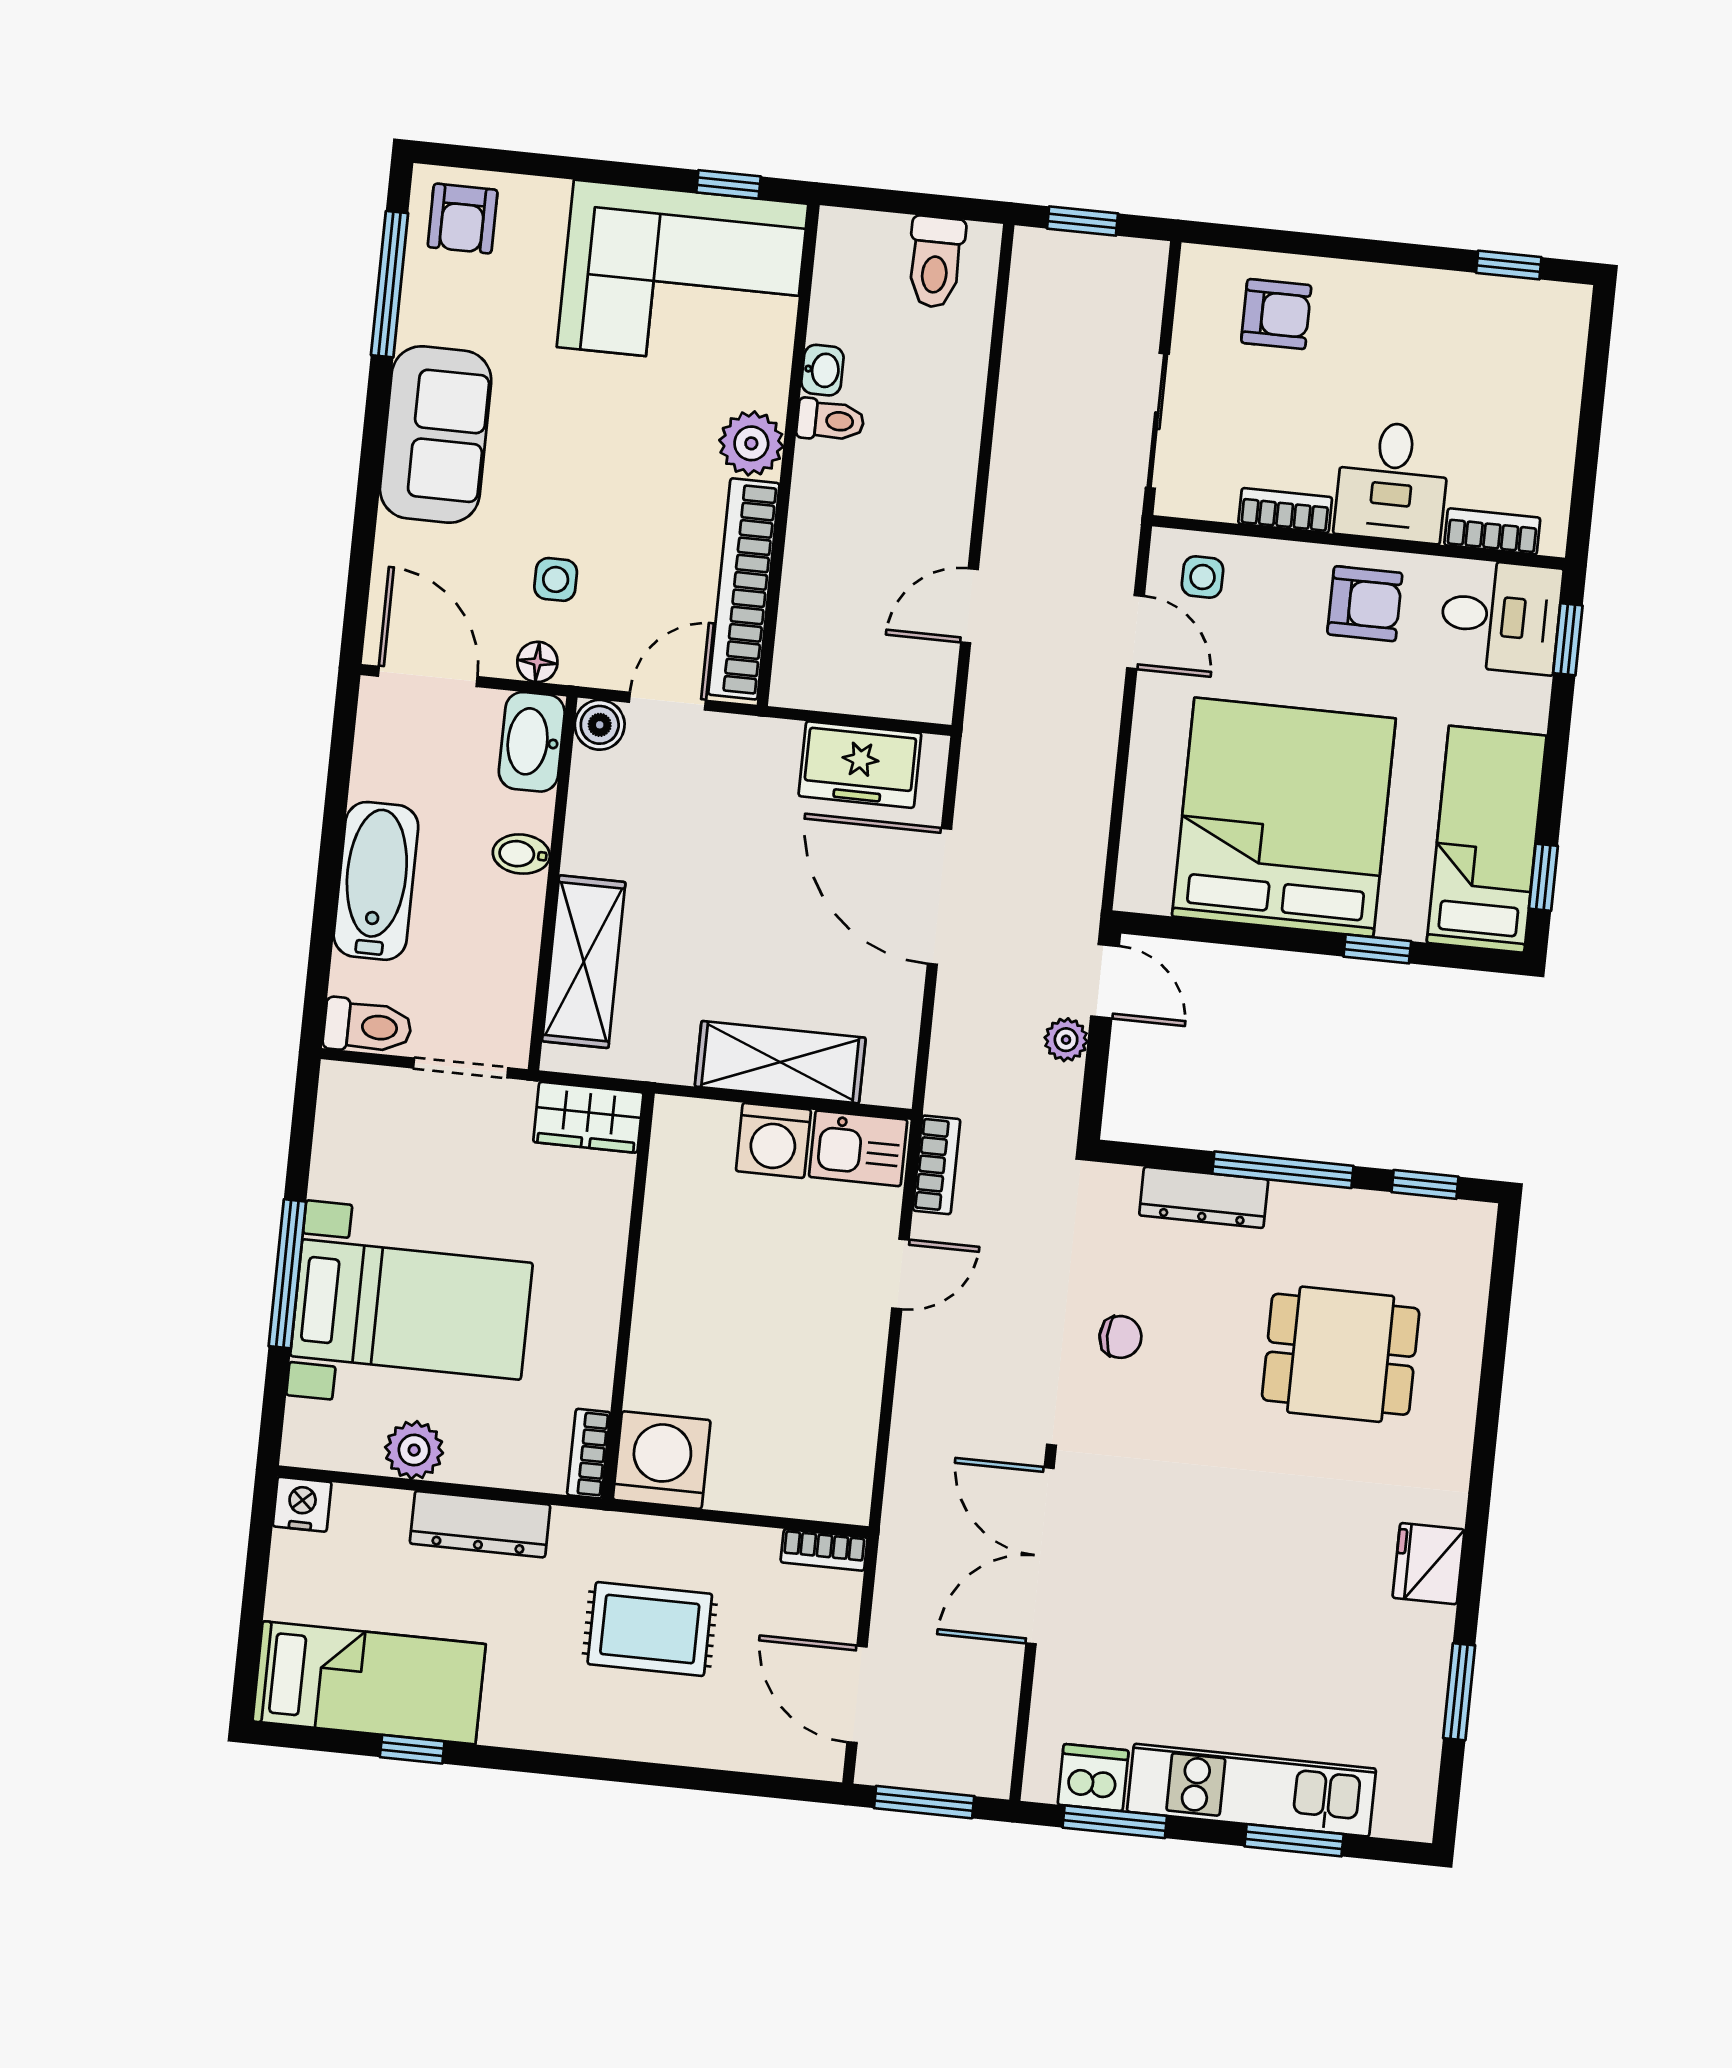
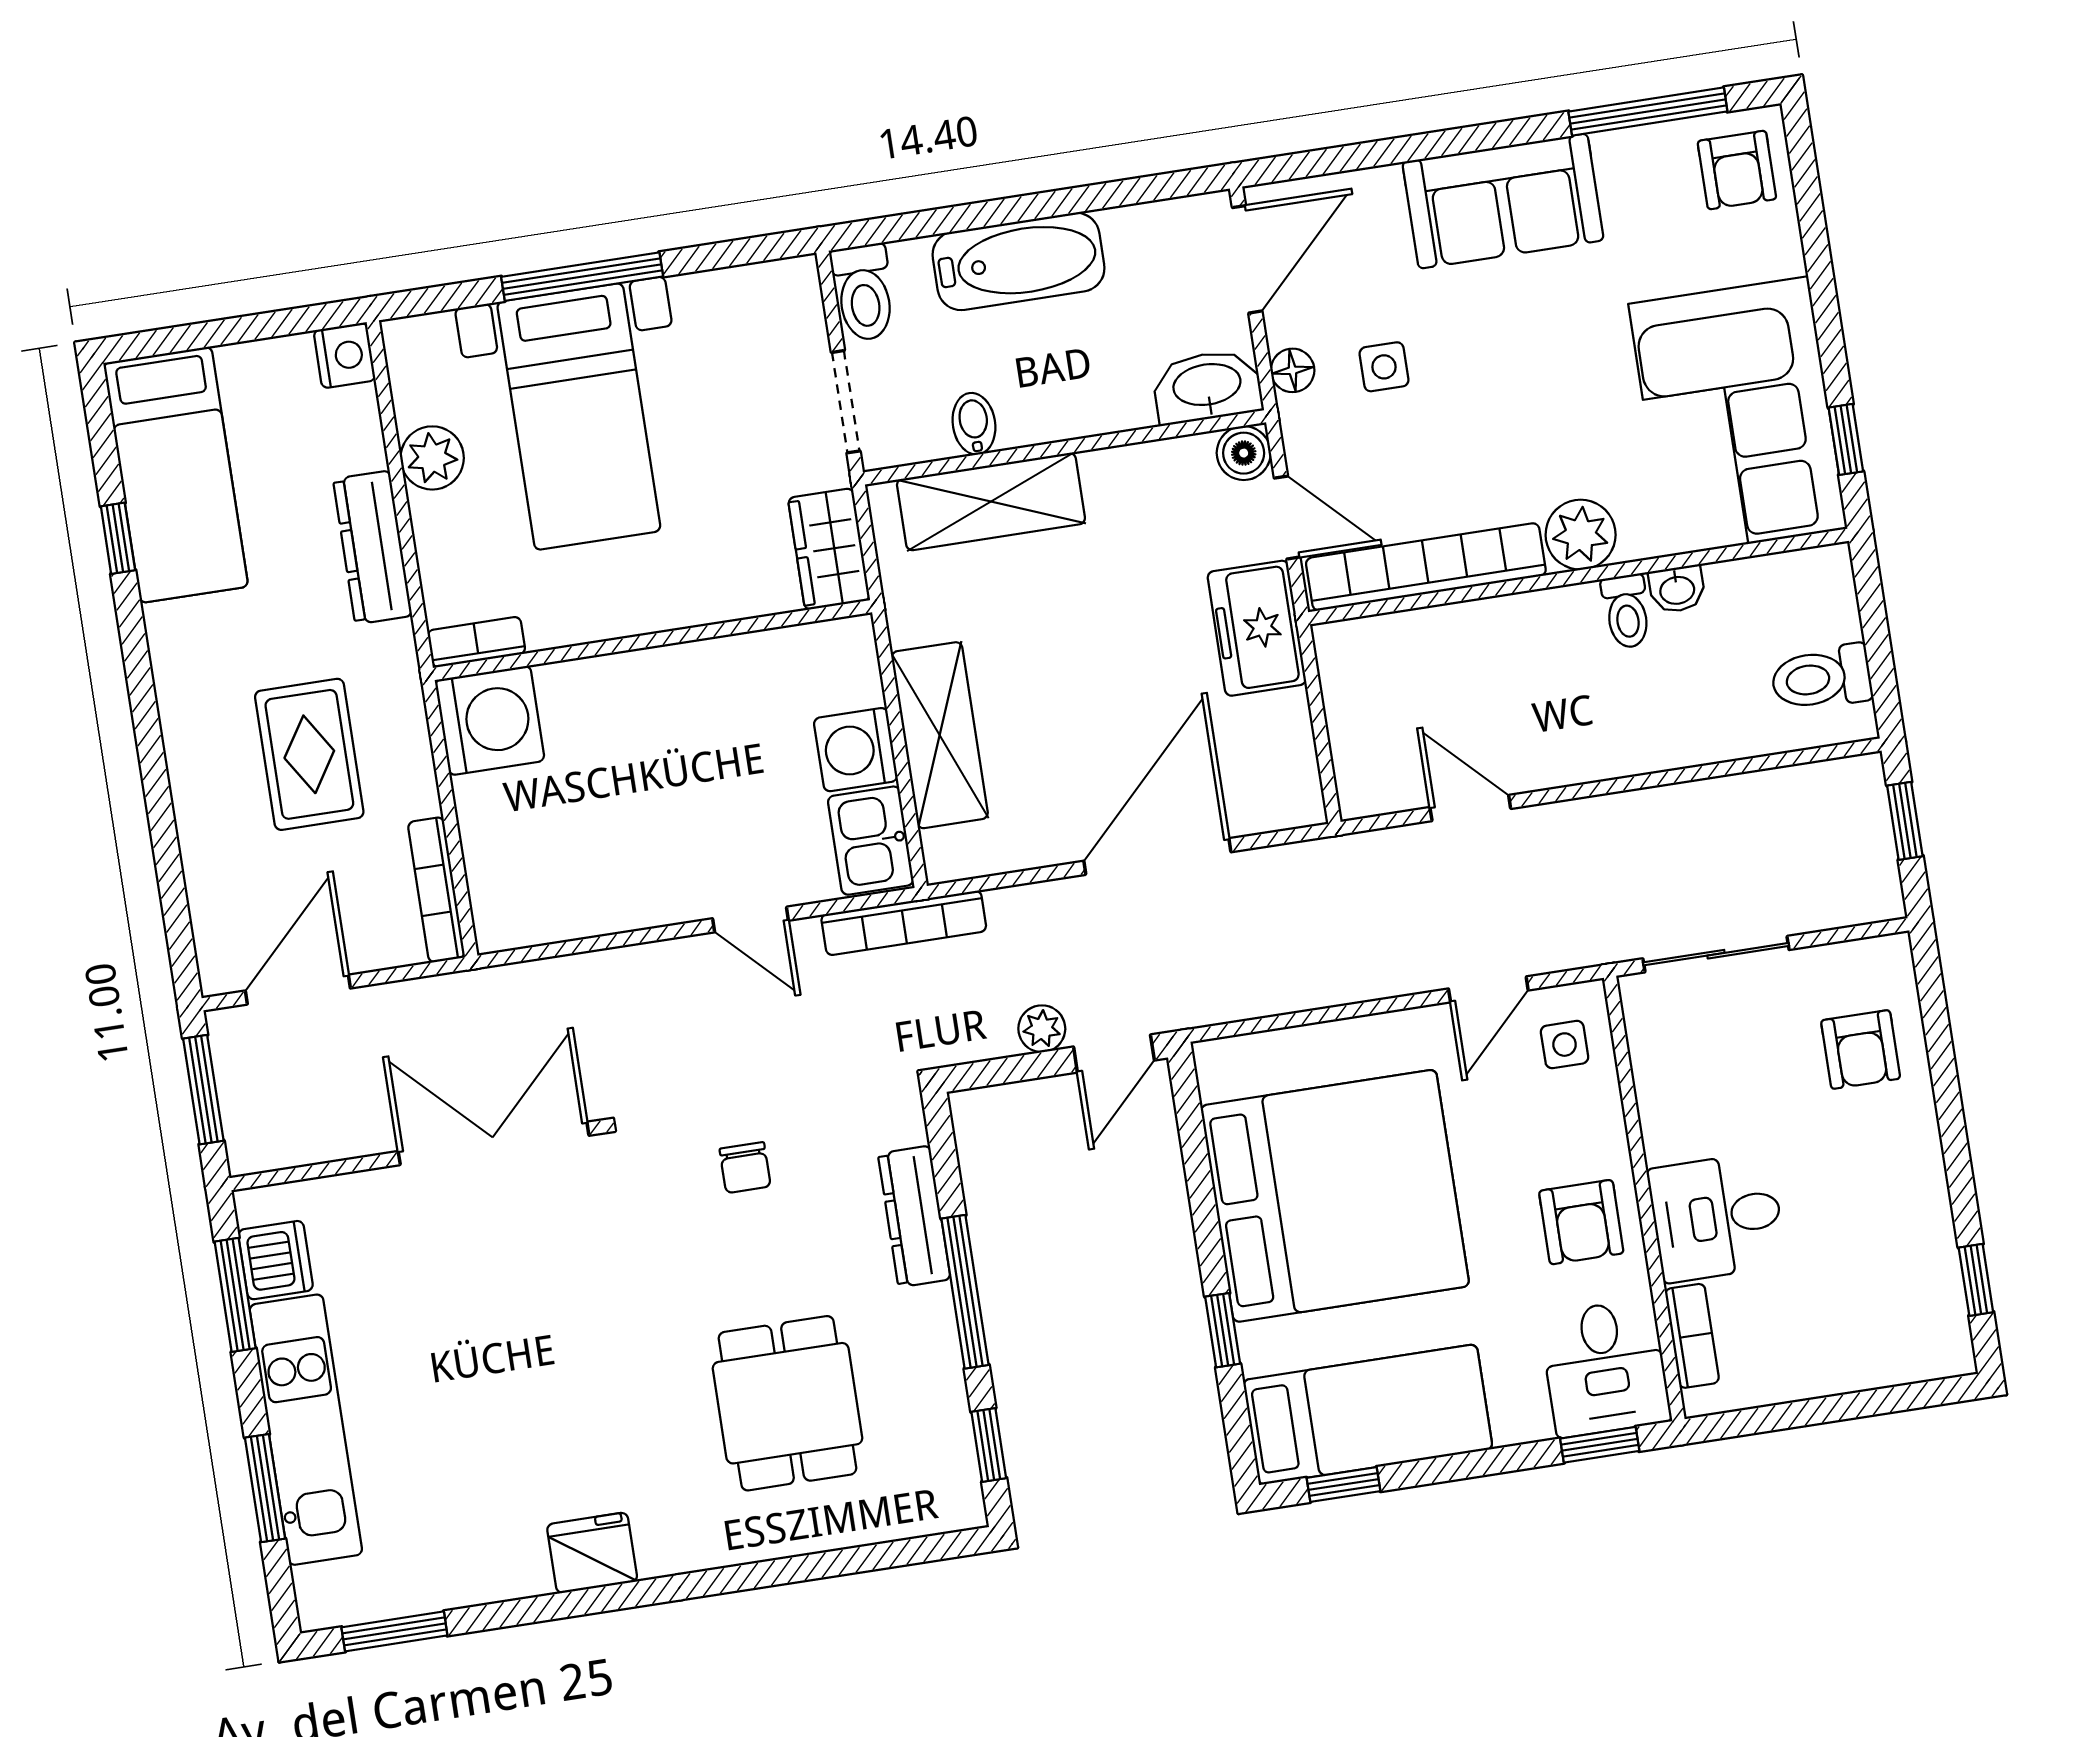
armchair: (463, 219) -> (1737, 170), turned -90
bookcase: (1285, 511) -> (1657, 1113), removed
freezer: (860, 765) -> (1257, 628), moved
bidet: (521, 854) -> (974, 424), moved
bookcase: (937, 1165) -> (904, 923), width x1.56
bookcase: (824, 1550) -> (436, 890), width x1.56
window: (1459, 1692) -> (394, 1631), moved

